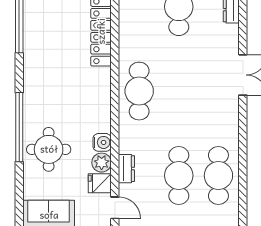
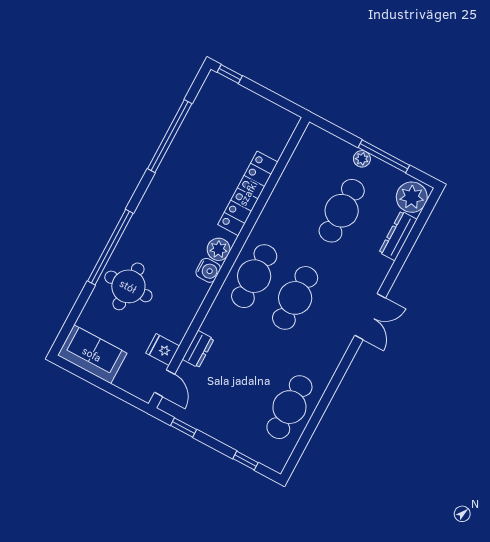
water cooler: (102, 142) -> (208, 270), moved
plant: (102, 163) -> (219, 249), moved
cafe table: (179, 175) -> (295, 298), moved

